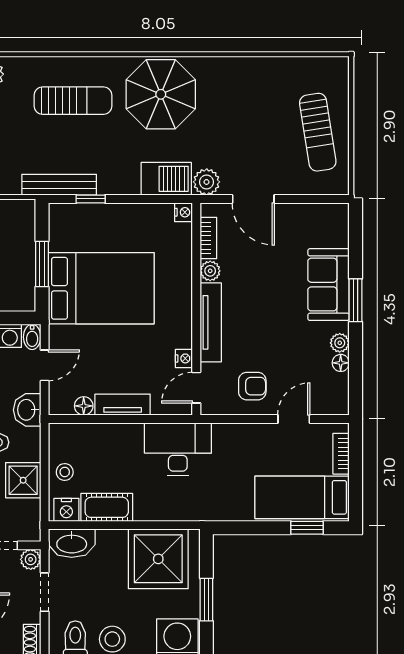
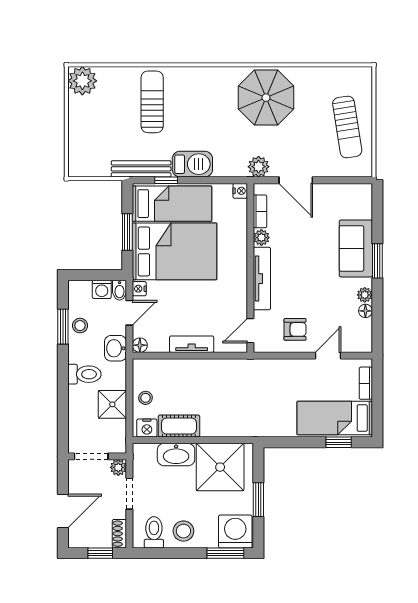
parasol: (161, 94) -> (266, 98), moved
sun lounger: (73, 101) -> (152, 102), turned -90
barbecue: (166, 179) -> (192, 164), moved
bed: (98, 228) -> (172, 204), added
nightstand: (184, 358) -> (139, 289), moved, turned 180
floor lamp: (84, 406) -> (140, 345), moved
desk: (178, 449) -> (236, 380), removed
washbasin: (72, 543) -> (176, 455), moved

